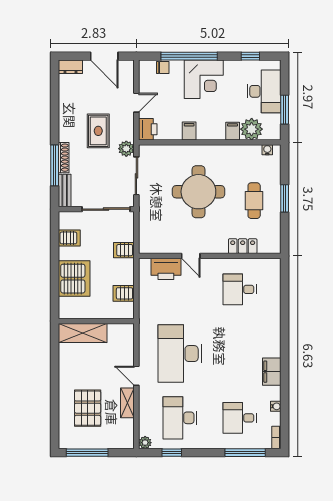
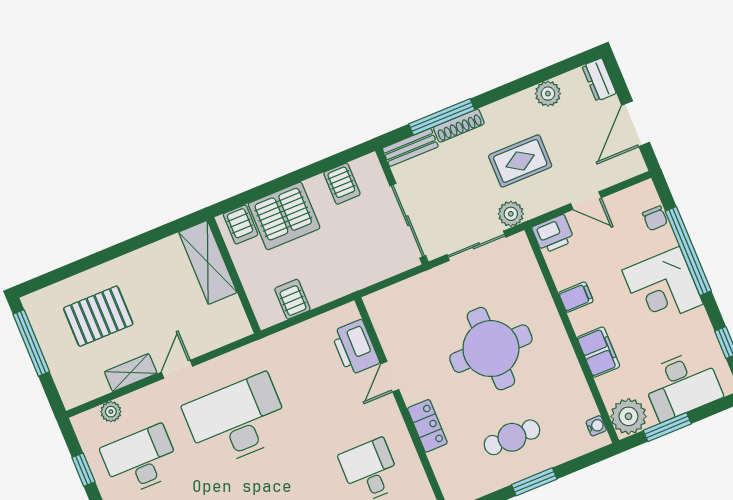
plant: (66, 99) -> (548, 94), added
plant: (252, 129) -> (629, 416), moved
filing cabinet: (233, 131) -> (598, 352), width x2.00
locker: (243, 246) -> (427, 426), moved
server rack: (124, 250) -> (241, 224), moved, turned 180
plant: (145, 443) -> (111, 412), moved

